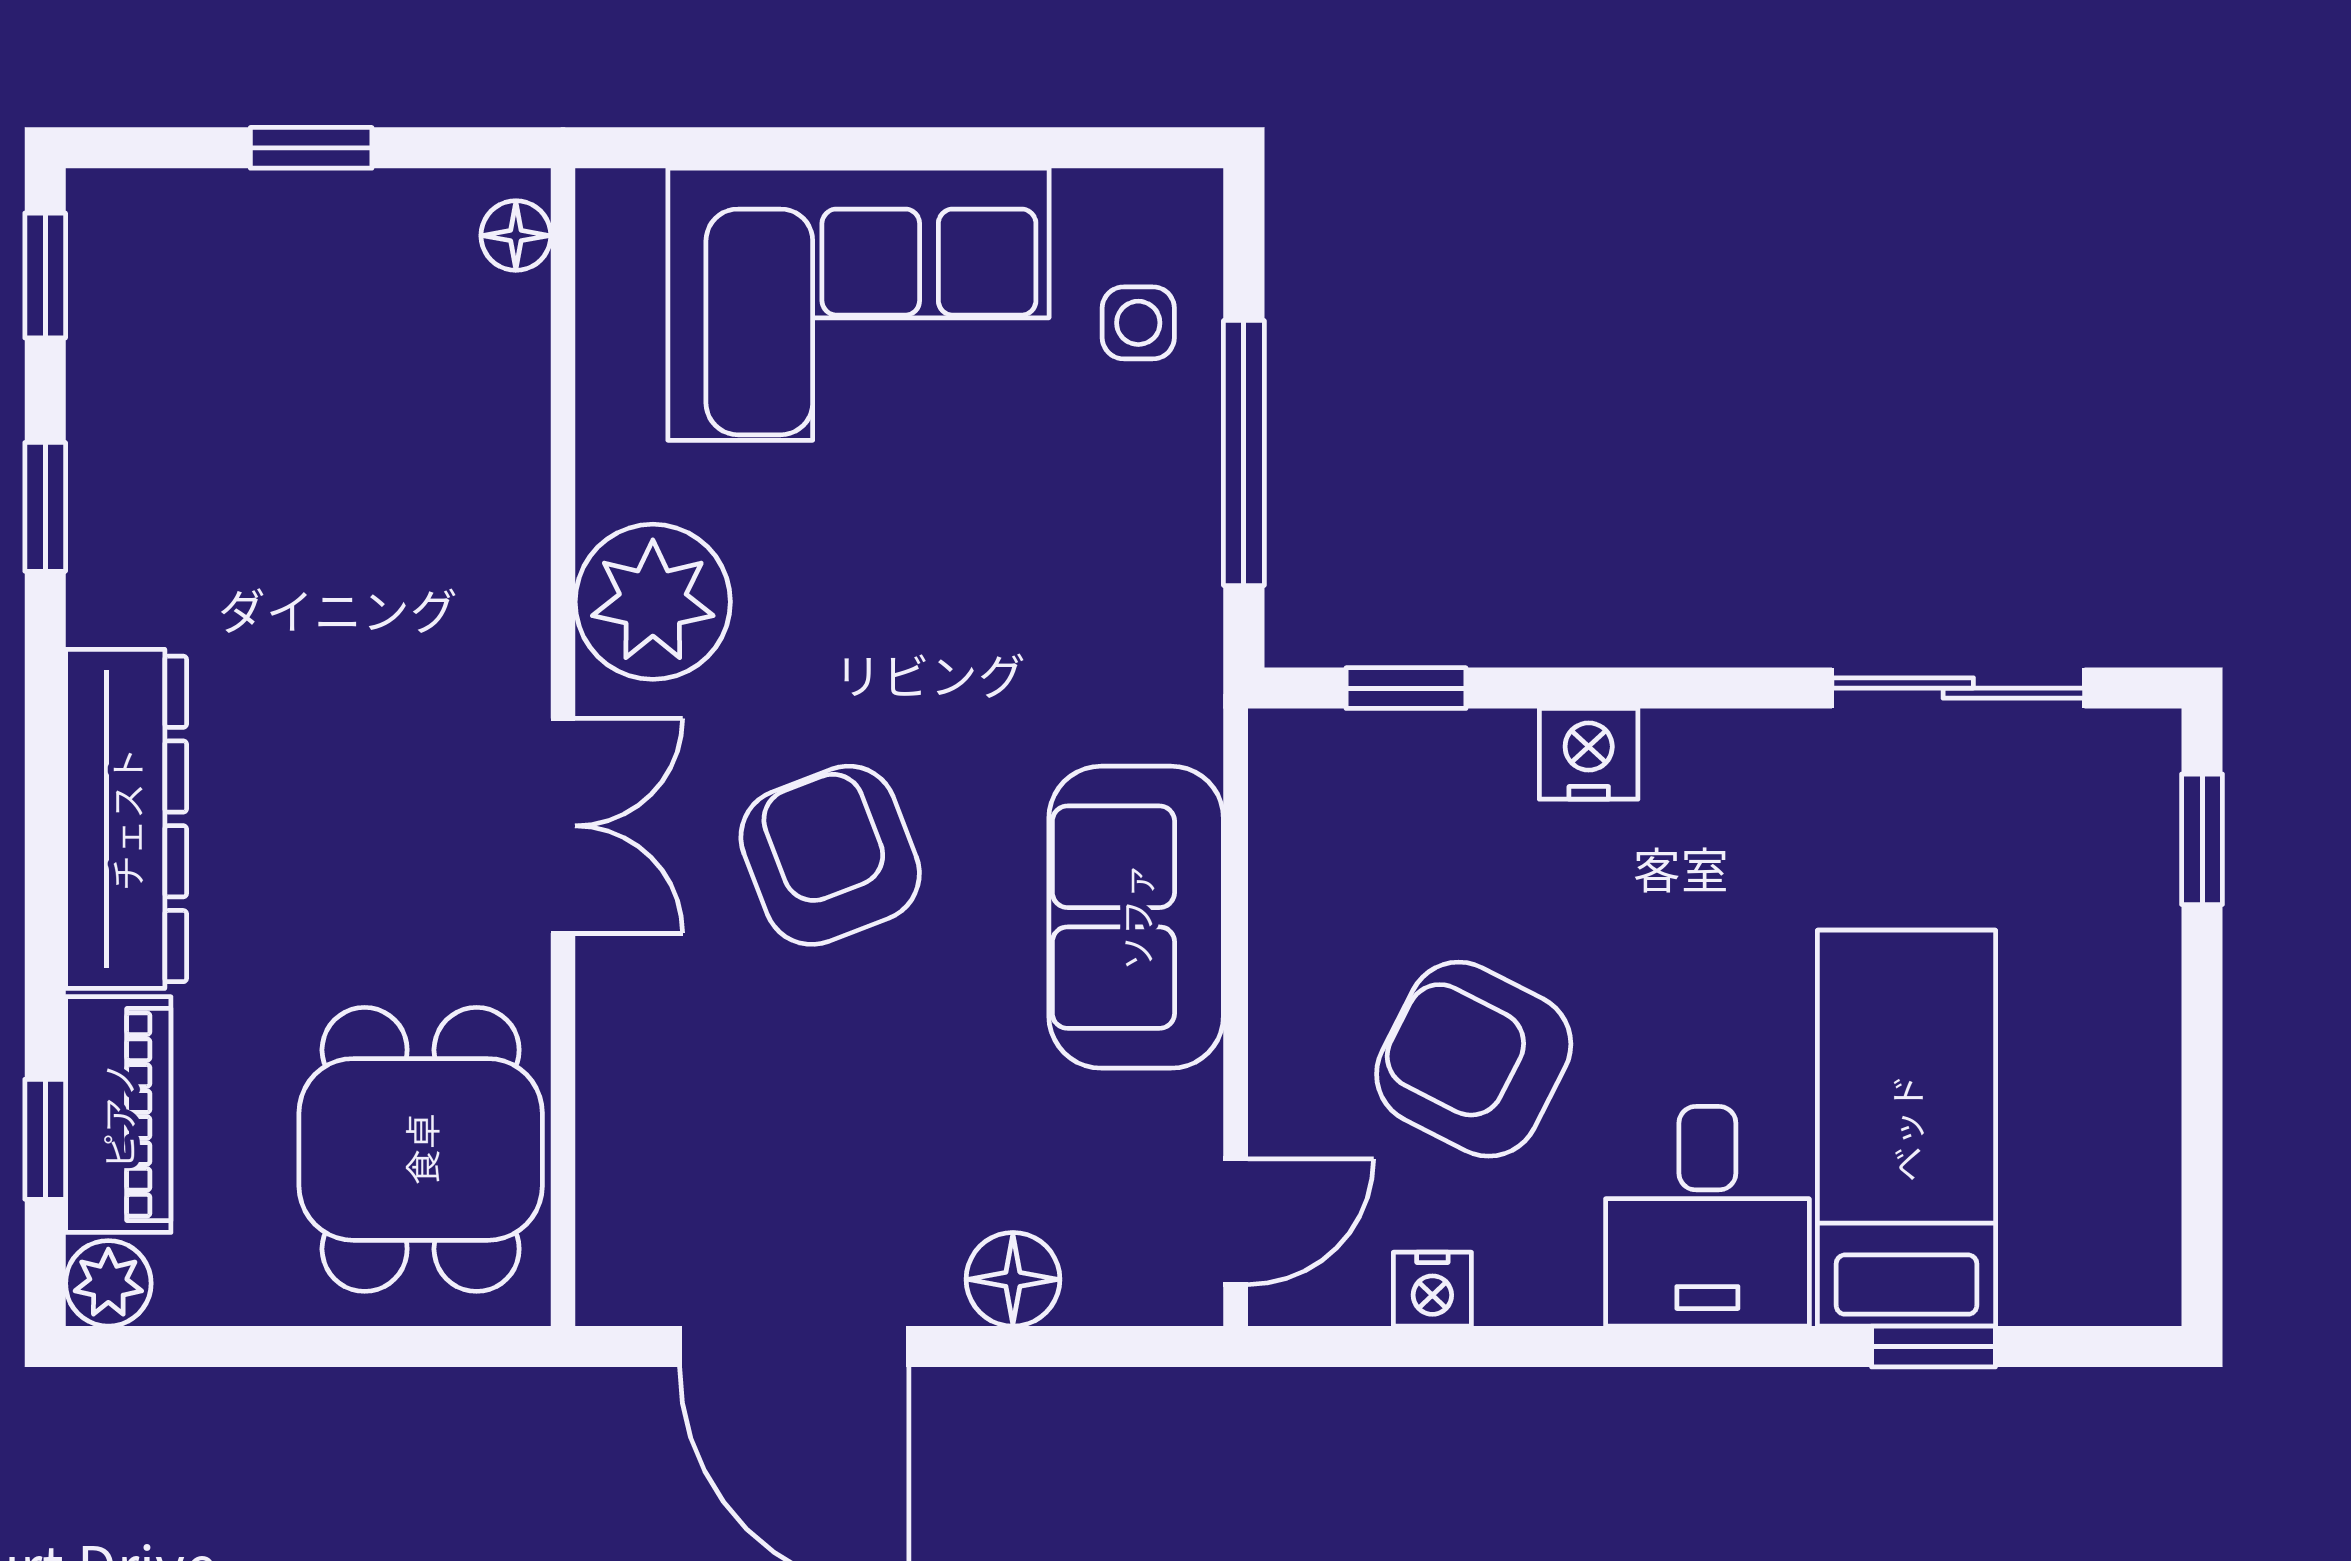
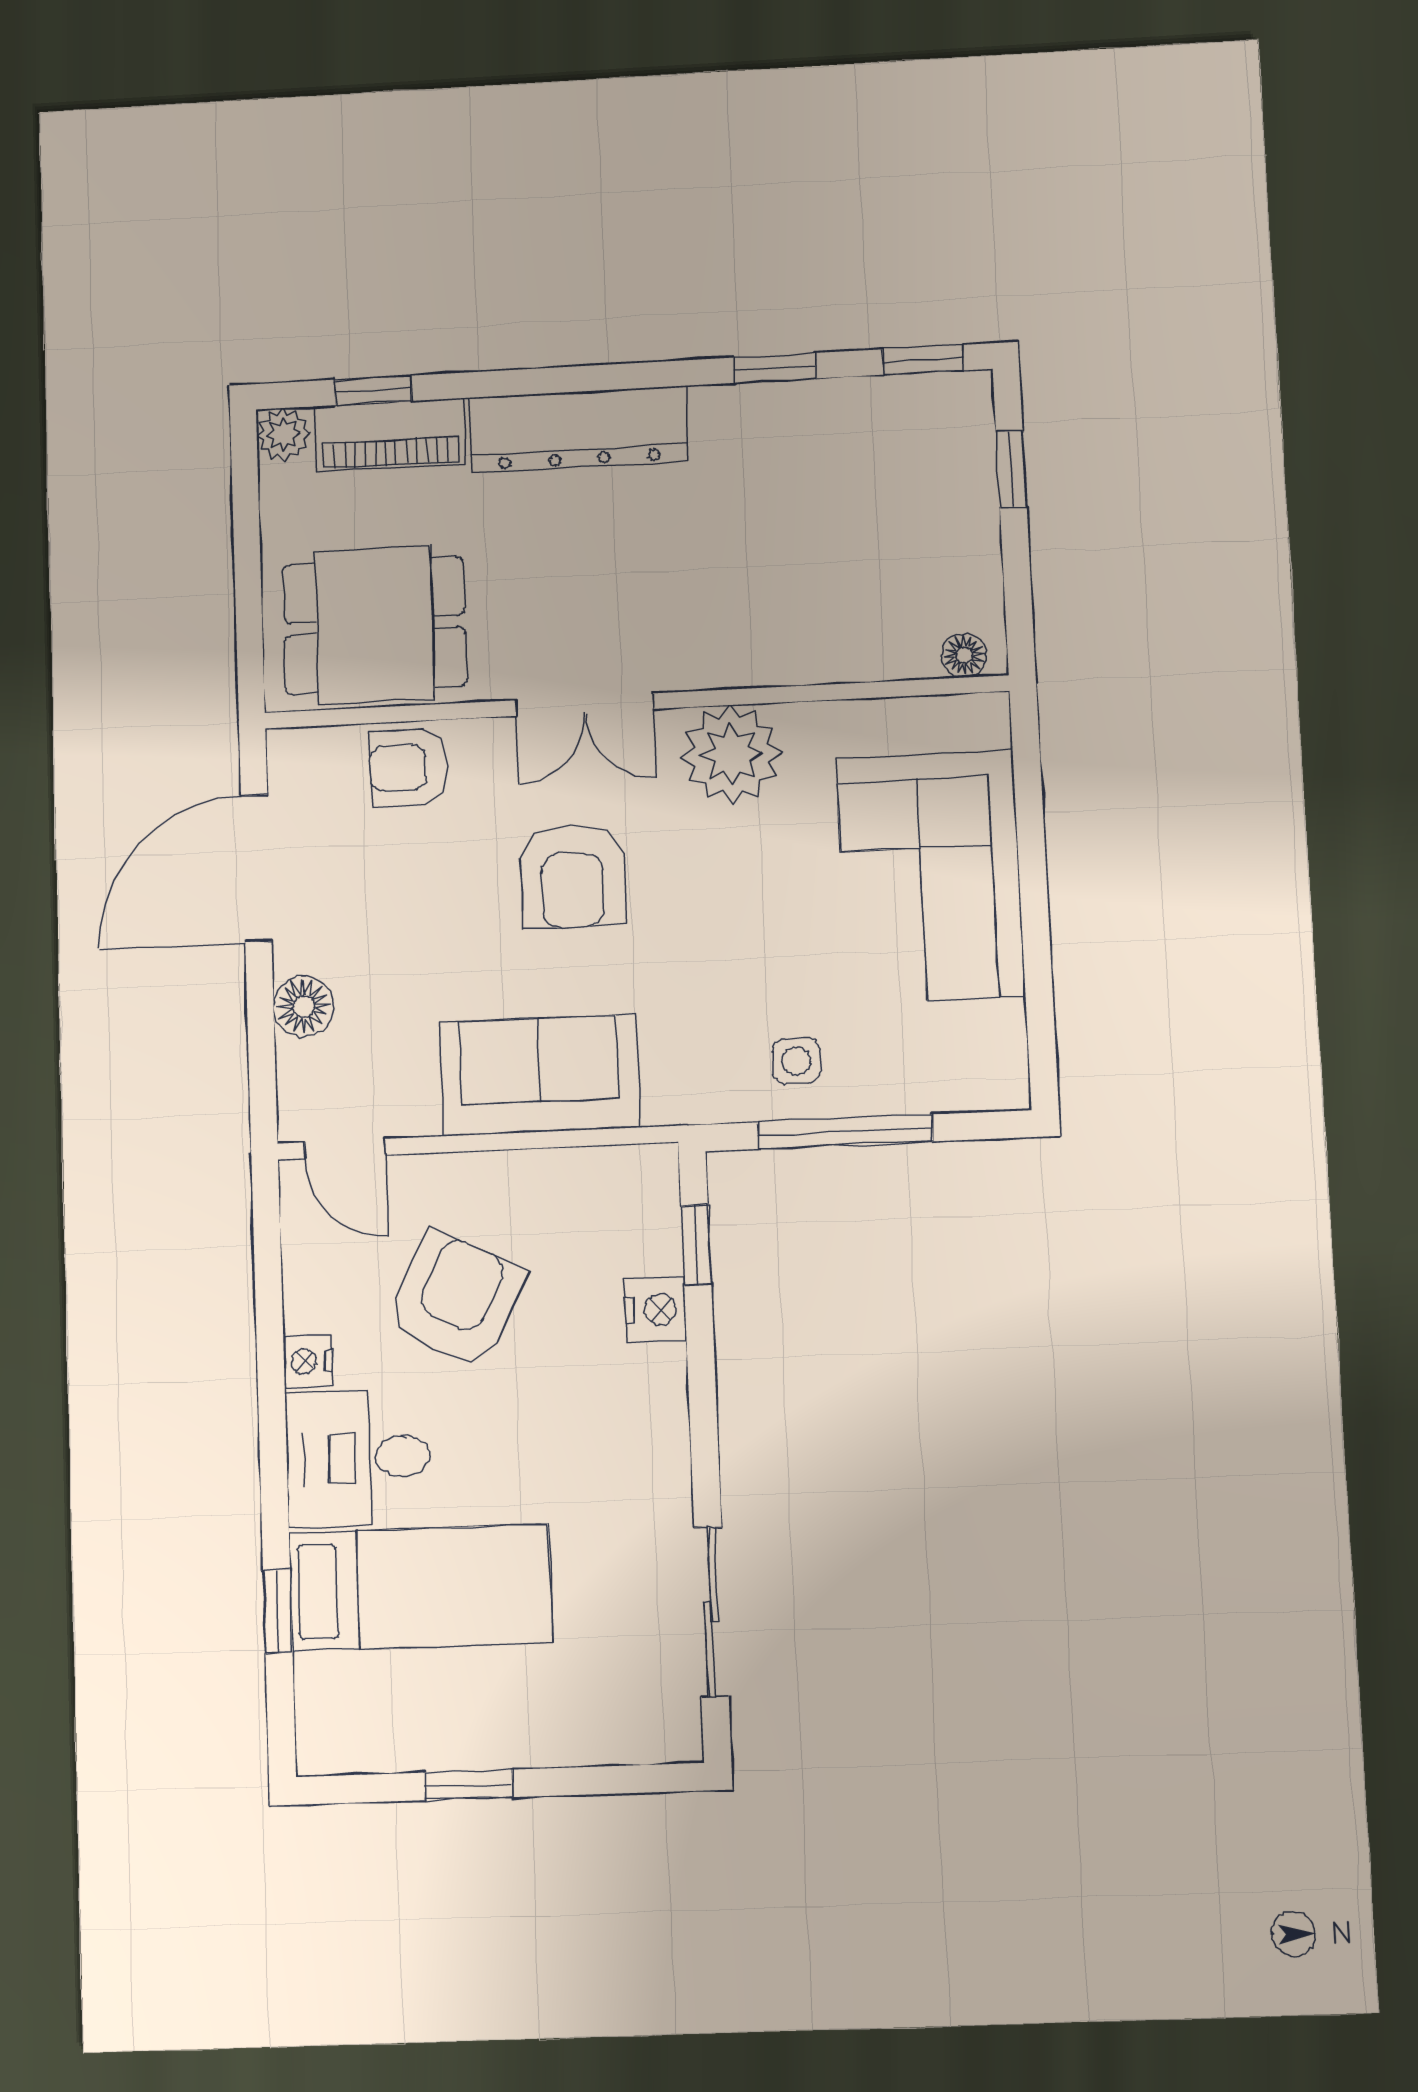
window: (311, 148) -> (1011, 469), moved
side table: (1138, 323) -> (796, 1061), moved
nightstand: (1589, 754) -> (656, 1310), moved
window: (2202, 839) -> (469, 1785), moved
armchair: (830, 855) -> (572, 876), turned 111
armchair: (648, 1103) -> (409, 767), added
nightstand: (1432, 1289) -> (308, 1361), moved

